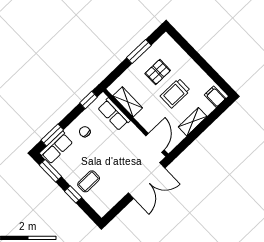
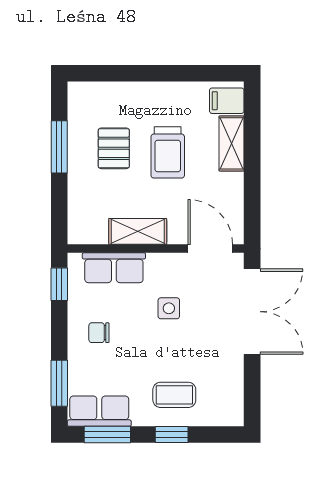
shelving: (128, 102) -> (138, 231), moved
shelving: (193, 122) -> (231, 143), moved
row of seats: (56, 148) -> (99, 411), moved, turned -90
side table: (118, 149) -> (169, 308), added
coffee table: (89, 181) -> (174, 395), turned 90

